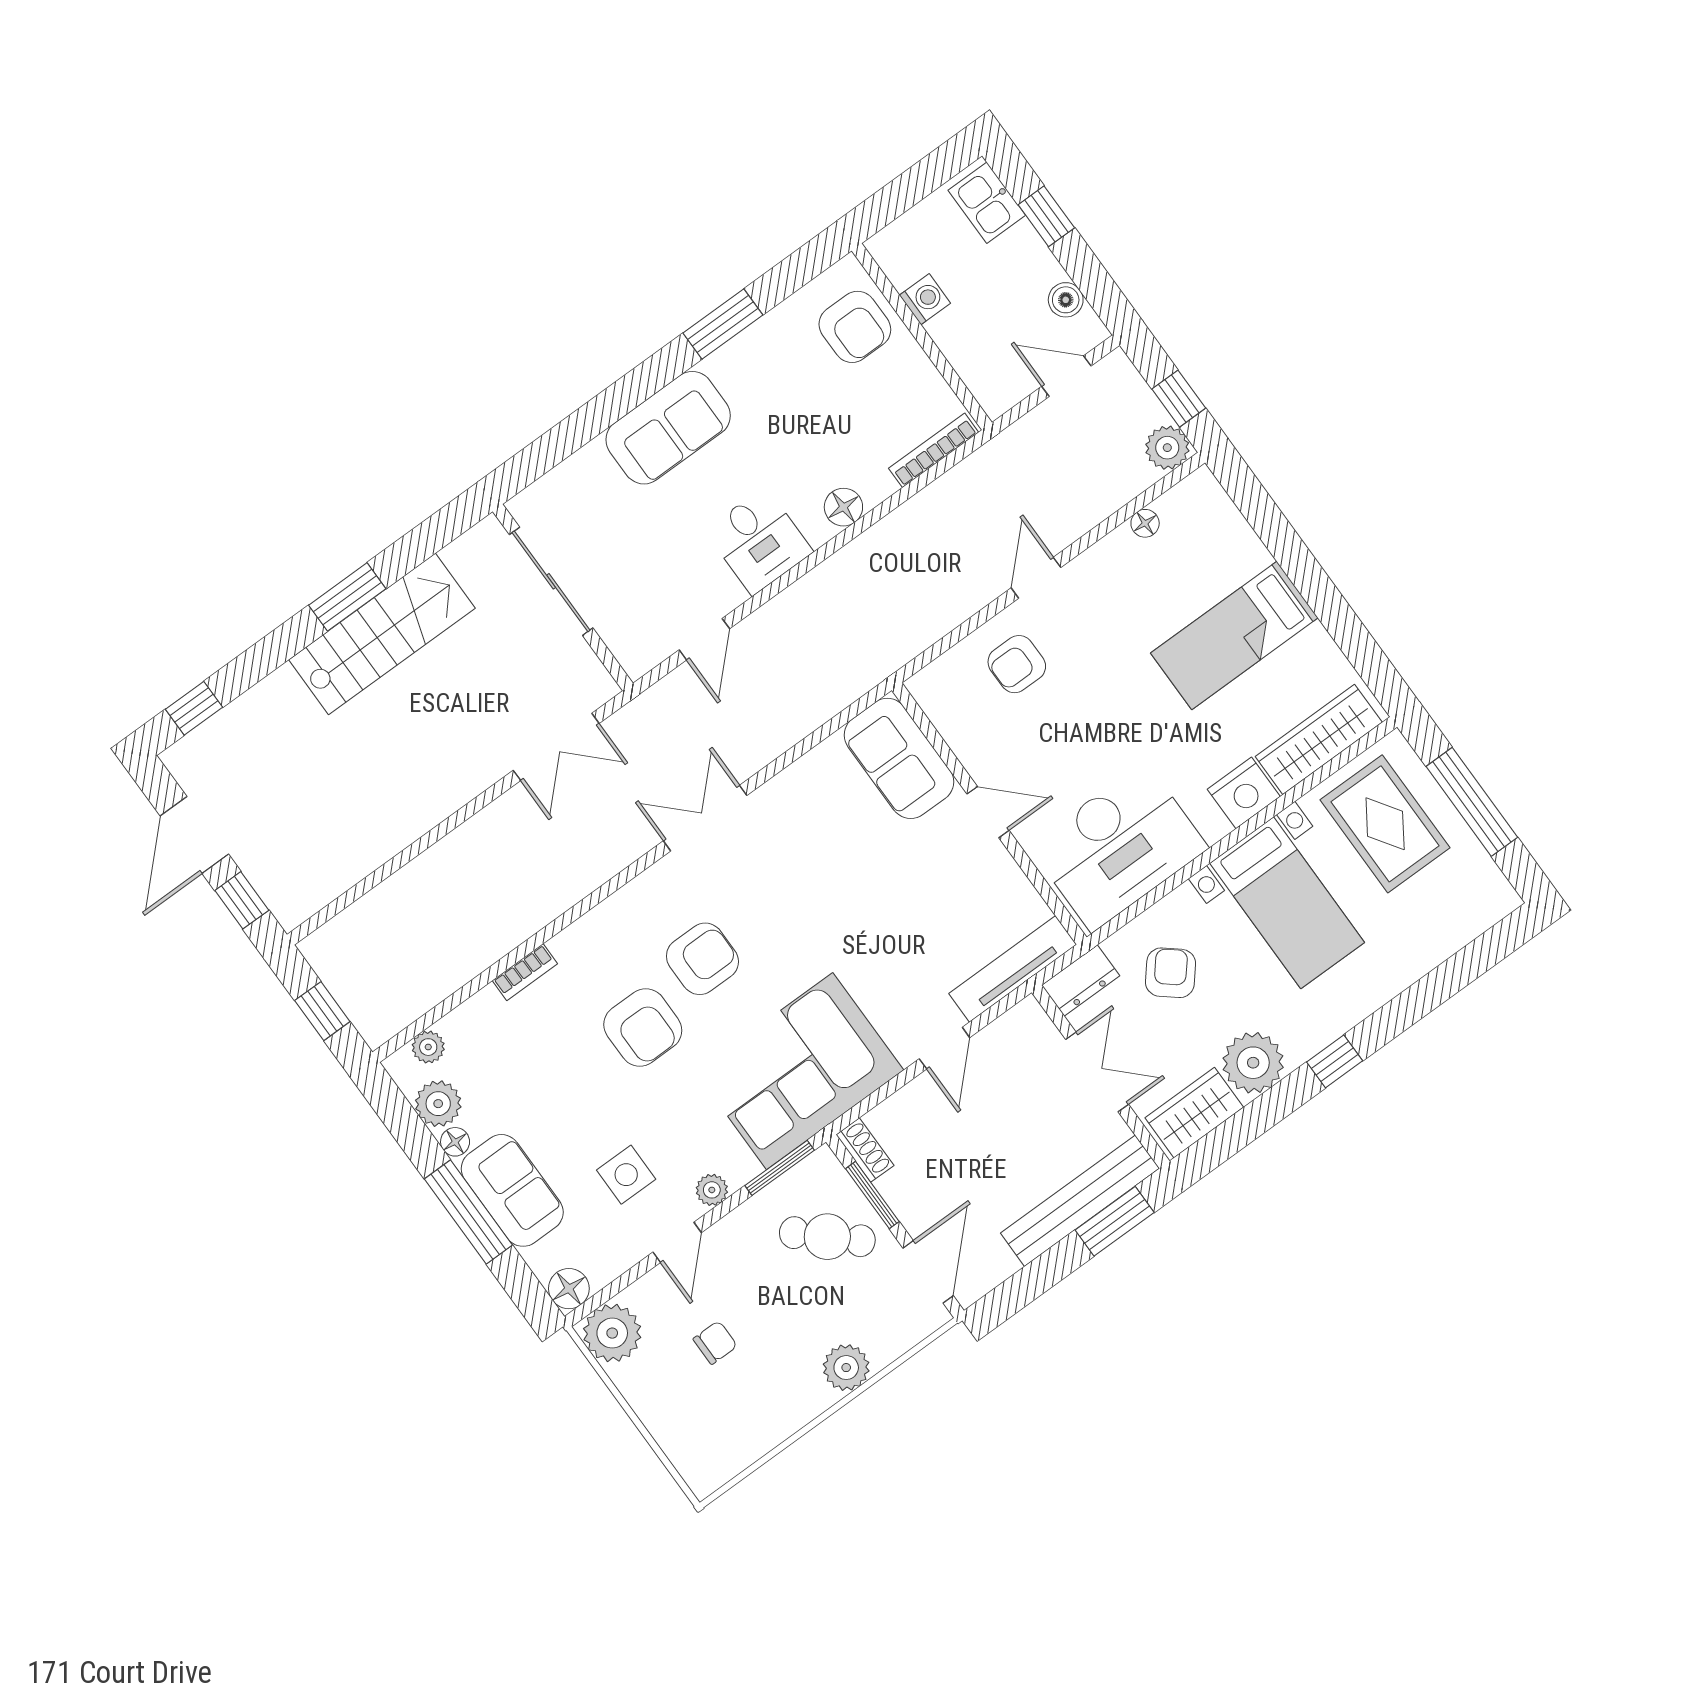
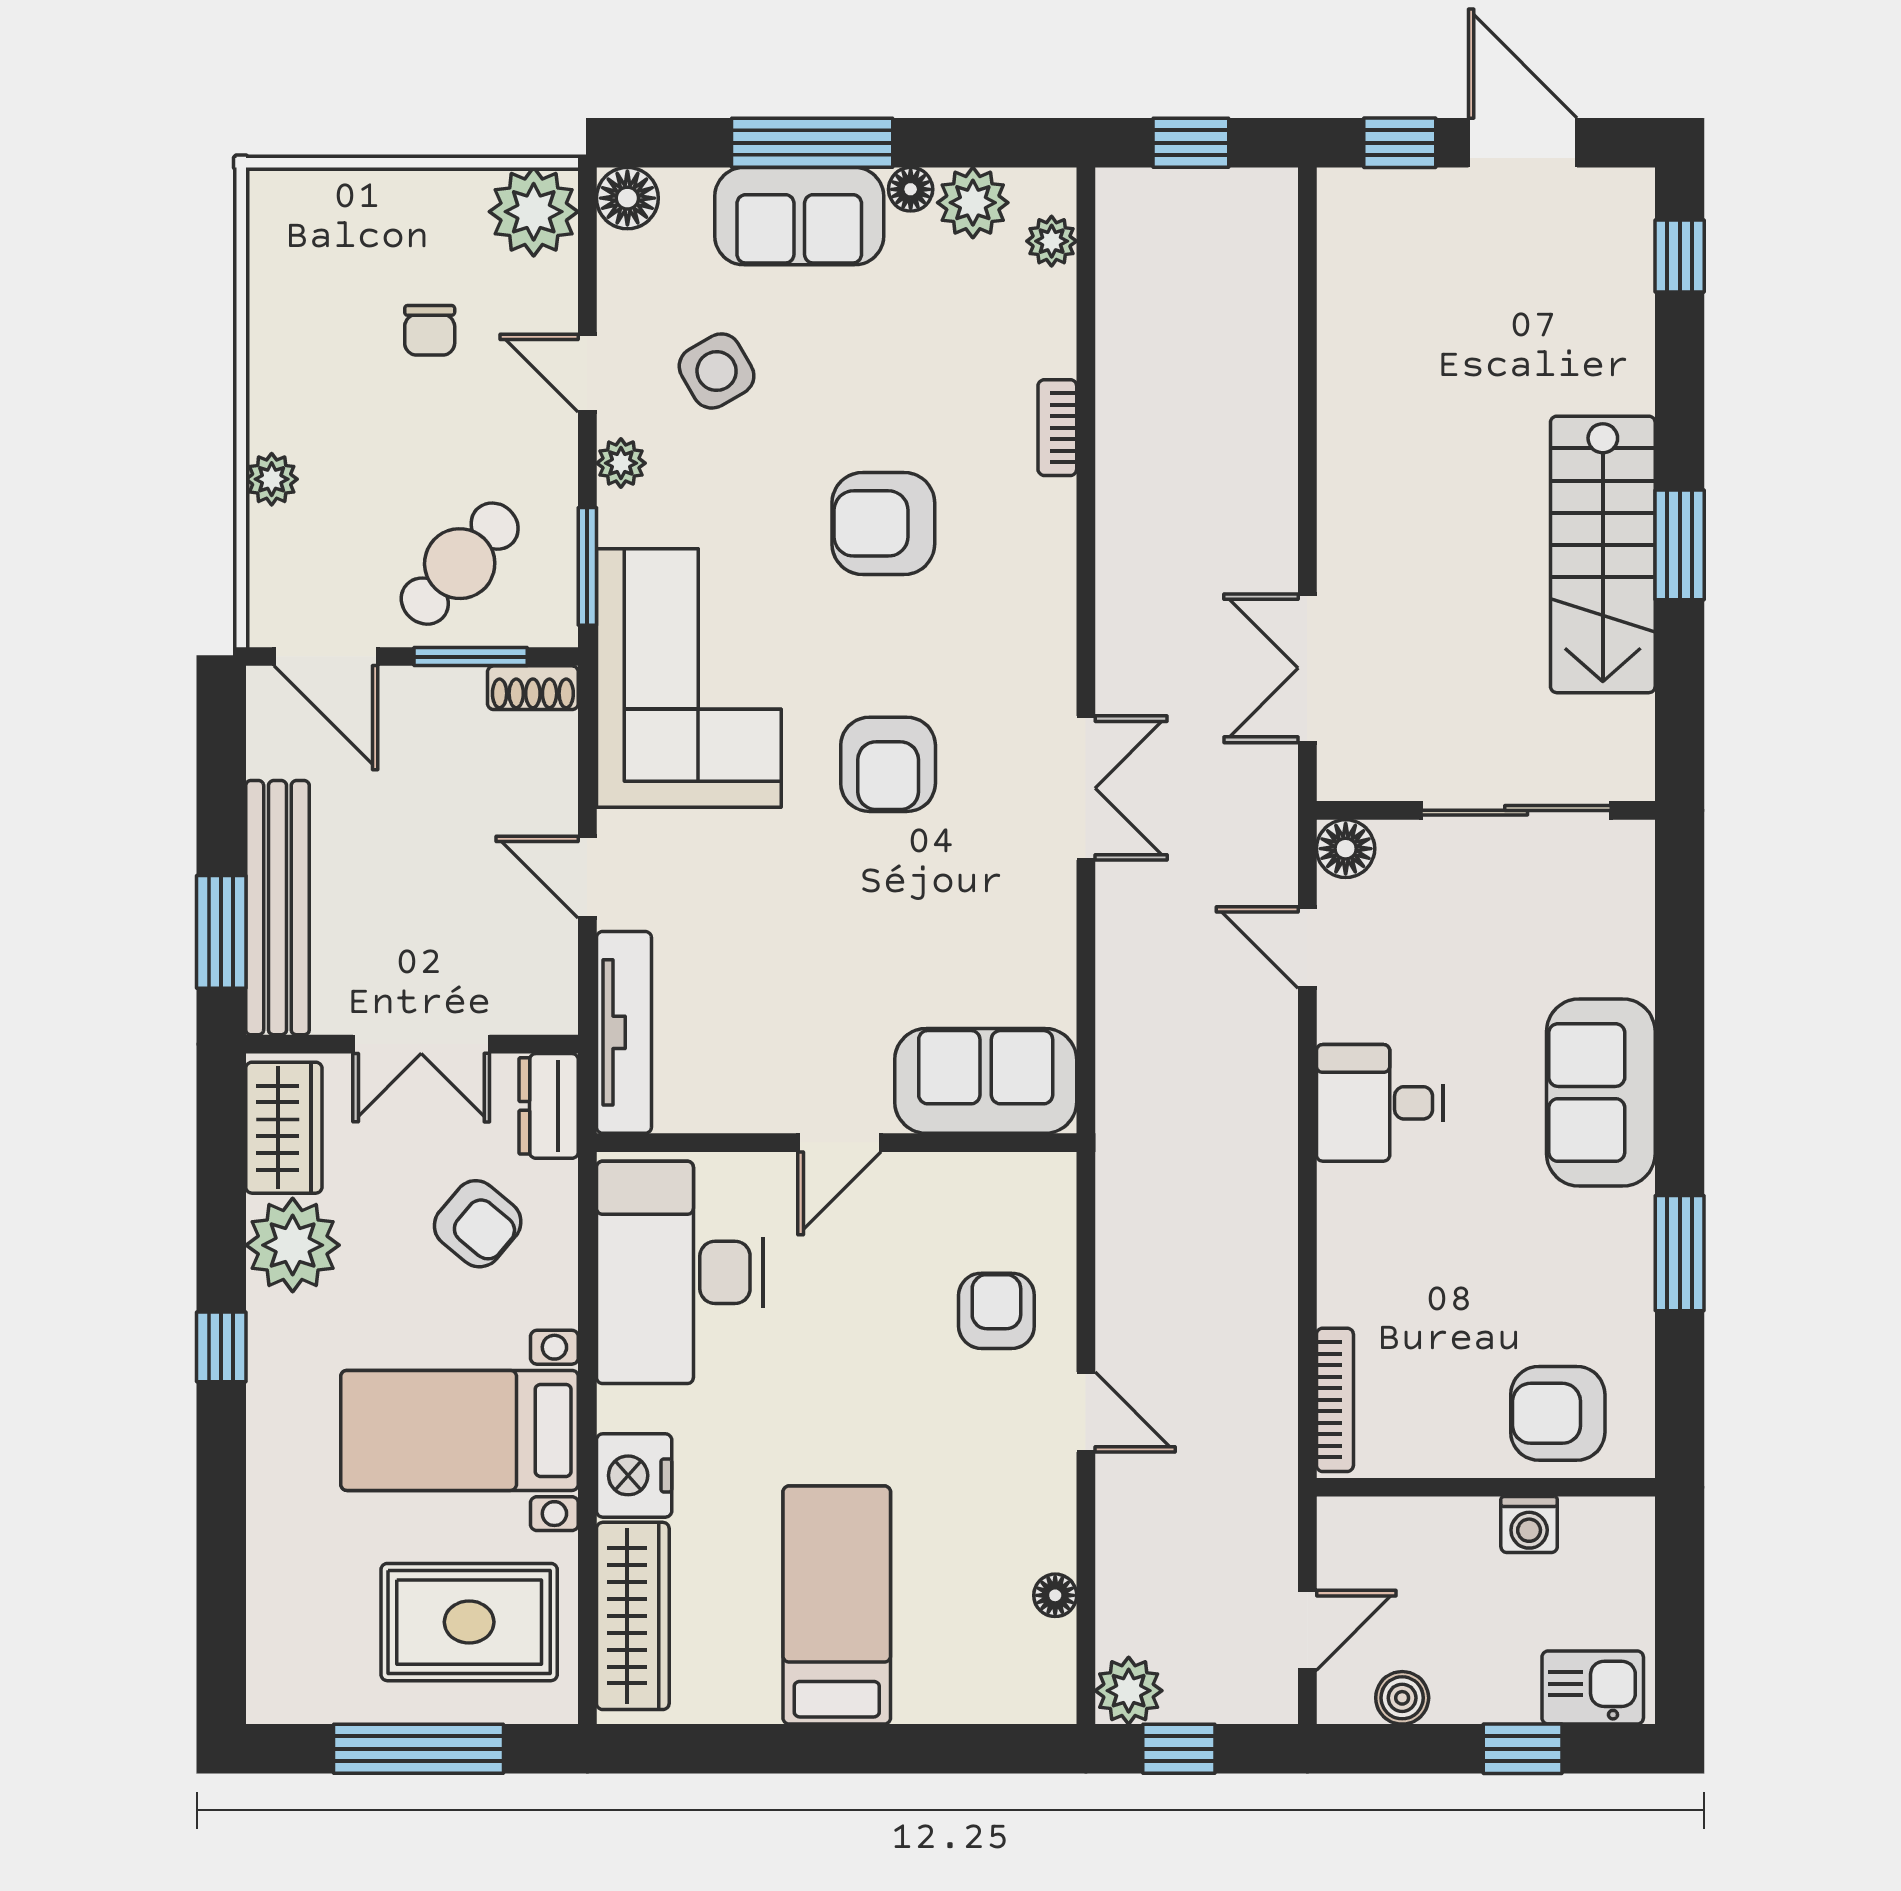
floor lamp: (843, 507) -> (1346, 849), moved
armchair: (702, 959) -> (888, 764), moved
side table: (626, 1175) -> (717, 371), turned -30
plant: (846, 1368) -> (272, 479), width x0.73, depth x0.73

